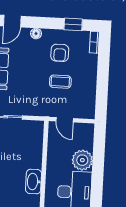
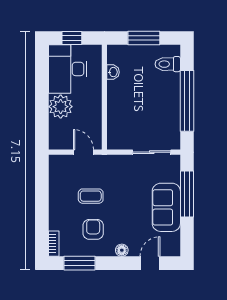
window: (73, 24) -> (79, 263), width x1.50
washbasin: (34, 182) -> (113, 72), width x0.52, depth x0.69

